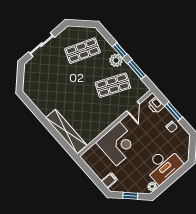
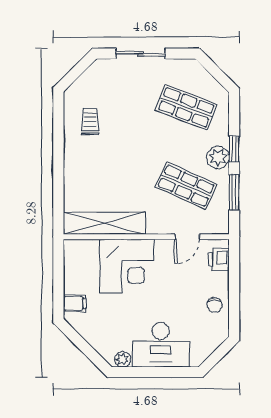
trolley: (46, 94) -> (90, 121), added
window: (173, 111) -> (234, 287), removed
shelving: (66, 131) -> (104, 223), moved, turned 90
window: (130, 196) -> (84, 347), removed

